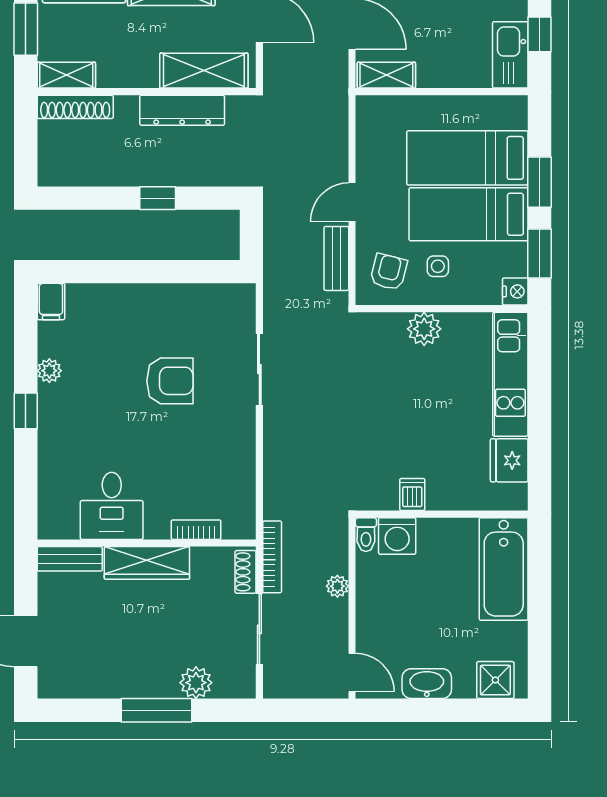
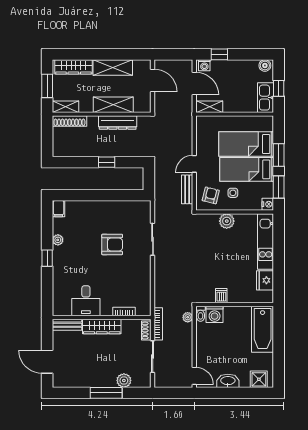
shelving: (204, 71) -> (113, 105), moved
plant: (337, 586) -> (188, 317), moved

